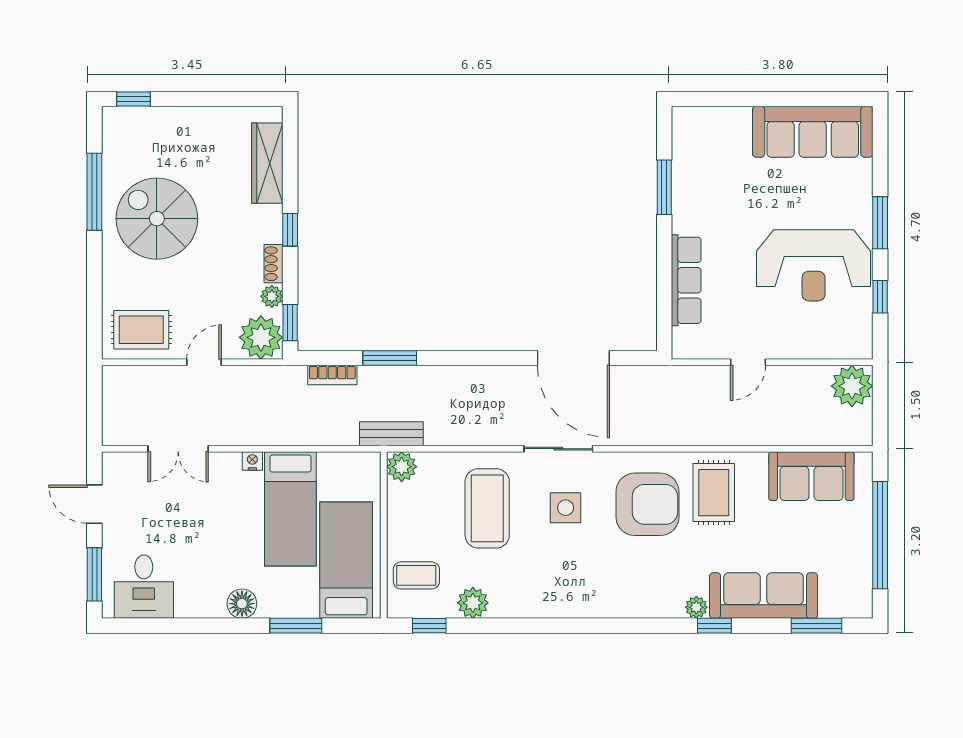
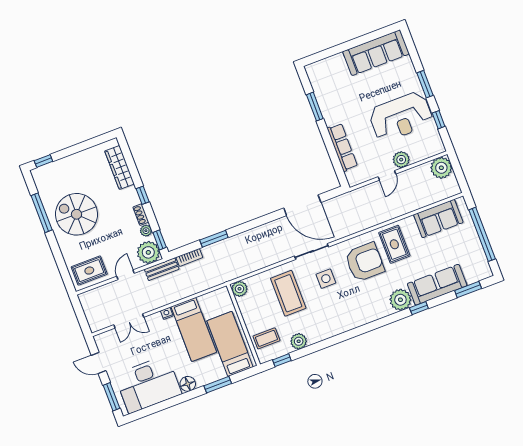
plant: (785, 343) -> (401, 160), added
bench: (391, 434) -> (162, 269), moved
desk: (144, 587) -> (148, 384), width x1.87, depth x1.30
plant: (696, 607) -> (400, 300), width x1.87, depth x1.87

